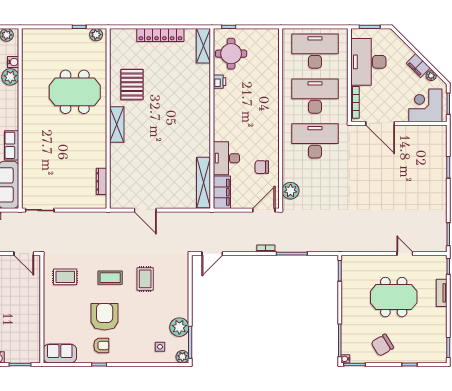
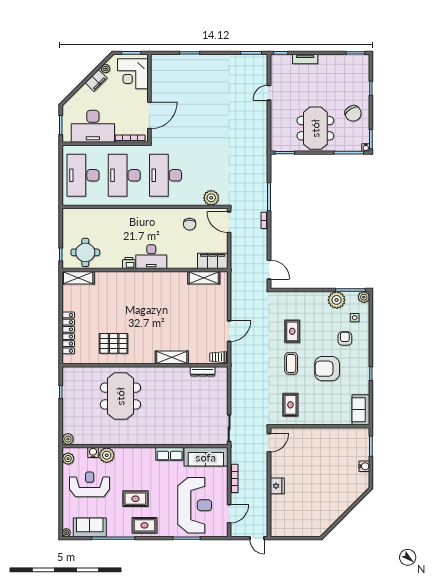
plant: (96, 35) -> (68, 439), moved
locker: (160, 35) -> (68, 333), moved
printer: (219, 82) -> (129, 263), moved
shelving: (117, 124) -> (172, 357), moved
desk: (226, 158) -> (151, 257), moved
shelving: (203, 183) -> (204, 278), width x0.68
trolley: (117, 198) -> (218, 357), added
rug: (145, 279) -> (292, 331), turned 90
meeting table: (394, 297) -> (315, 128), moved
armchair: (101, 345) -> (345, 339), moved

